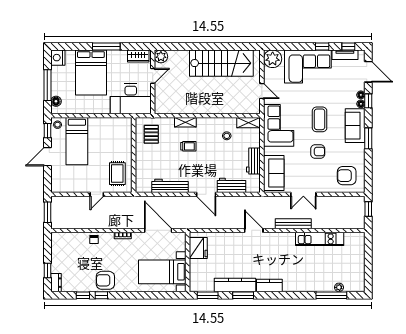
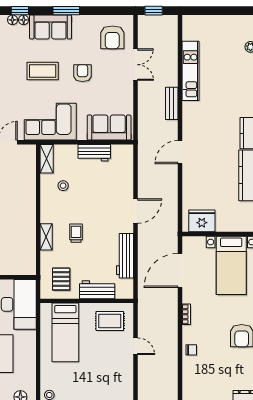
pallet: (151, 134) -> (61, 279), turned 90
bed: (77, 141) -> (65, 332), moved, turned 90
workbench: (231, 185) -> (97, 290), moved, turned 90
double door: (303, 194) -> (136, 65), moved
bench: (293, 224) -> (172, 103), width x0.73

